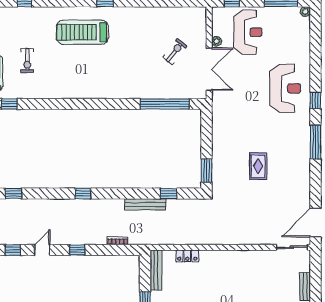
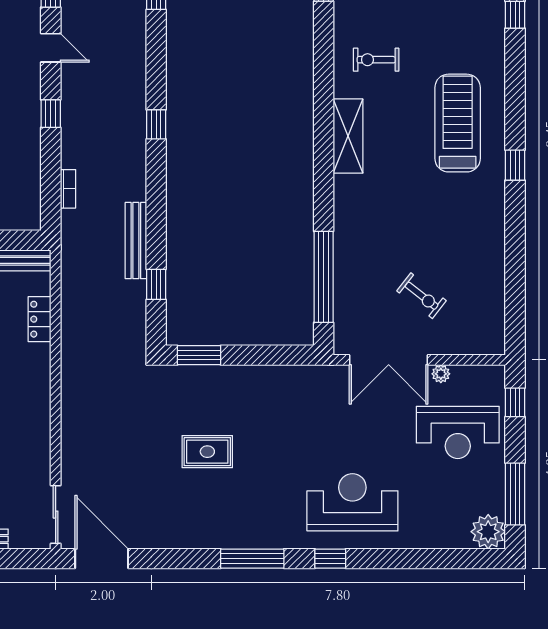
plant: (305, 12) -> (488, 532), width x1.88, depth x1.88
exercise bike: (27, 60) -> (376, 60), moved
reception desk: (285, 88) -> (352, 502), turned 180
shelving: (89, 91) -> (348, 136), added

